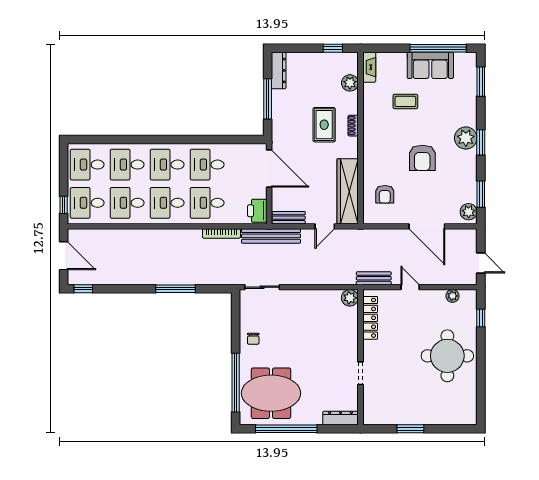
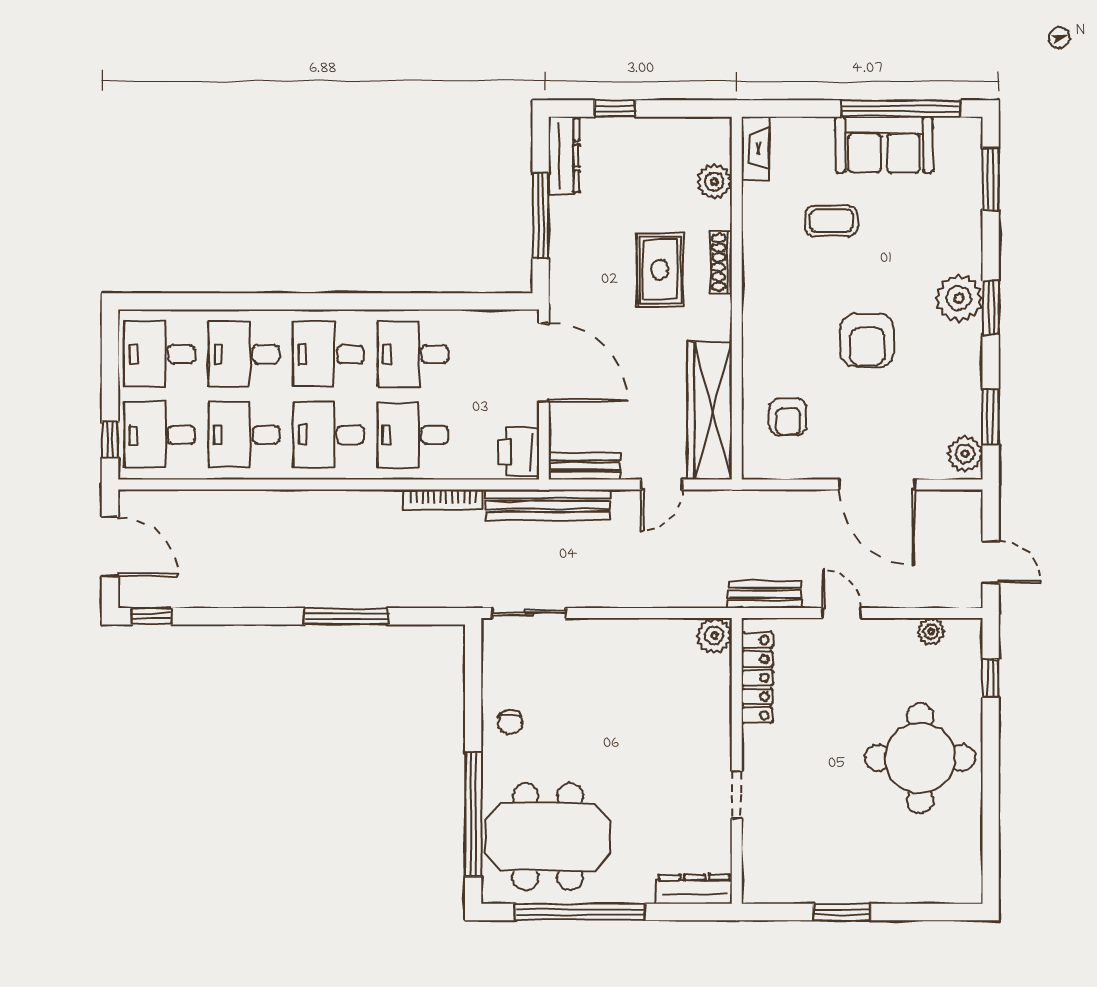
window: (333, 48) -> (615, 108), moved
shoe rack: (353, 126) -> (721, 262), width x1.43

